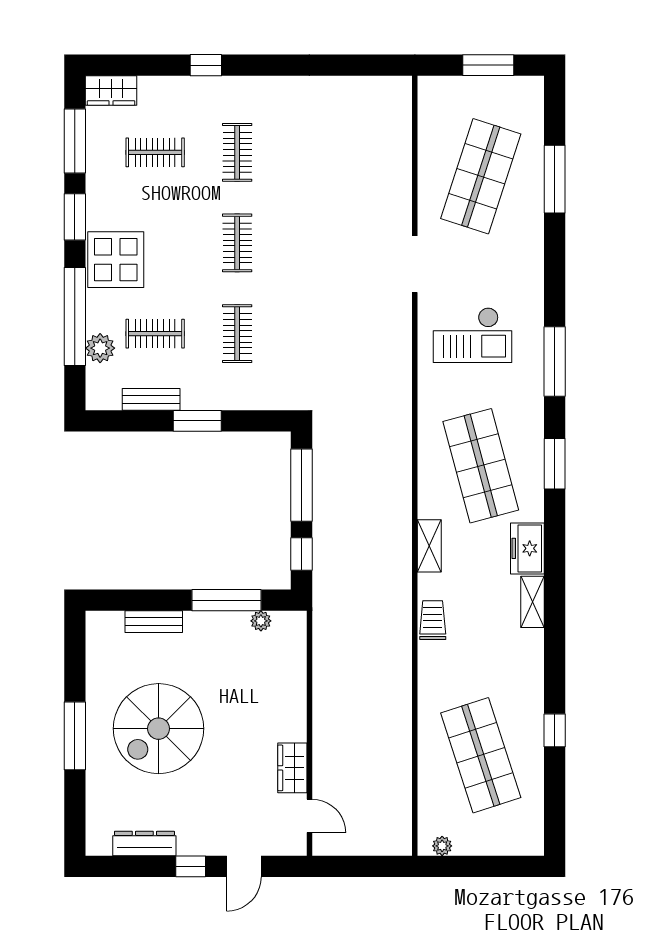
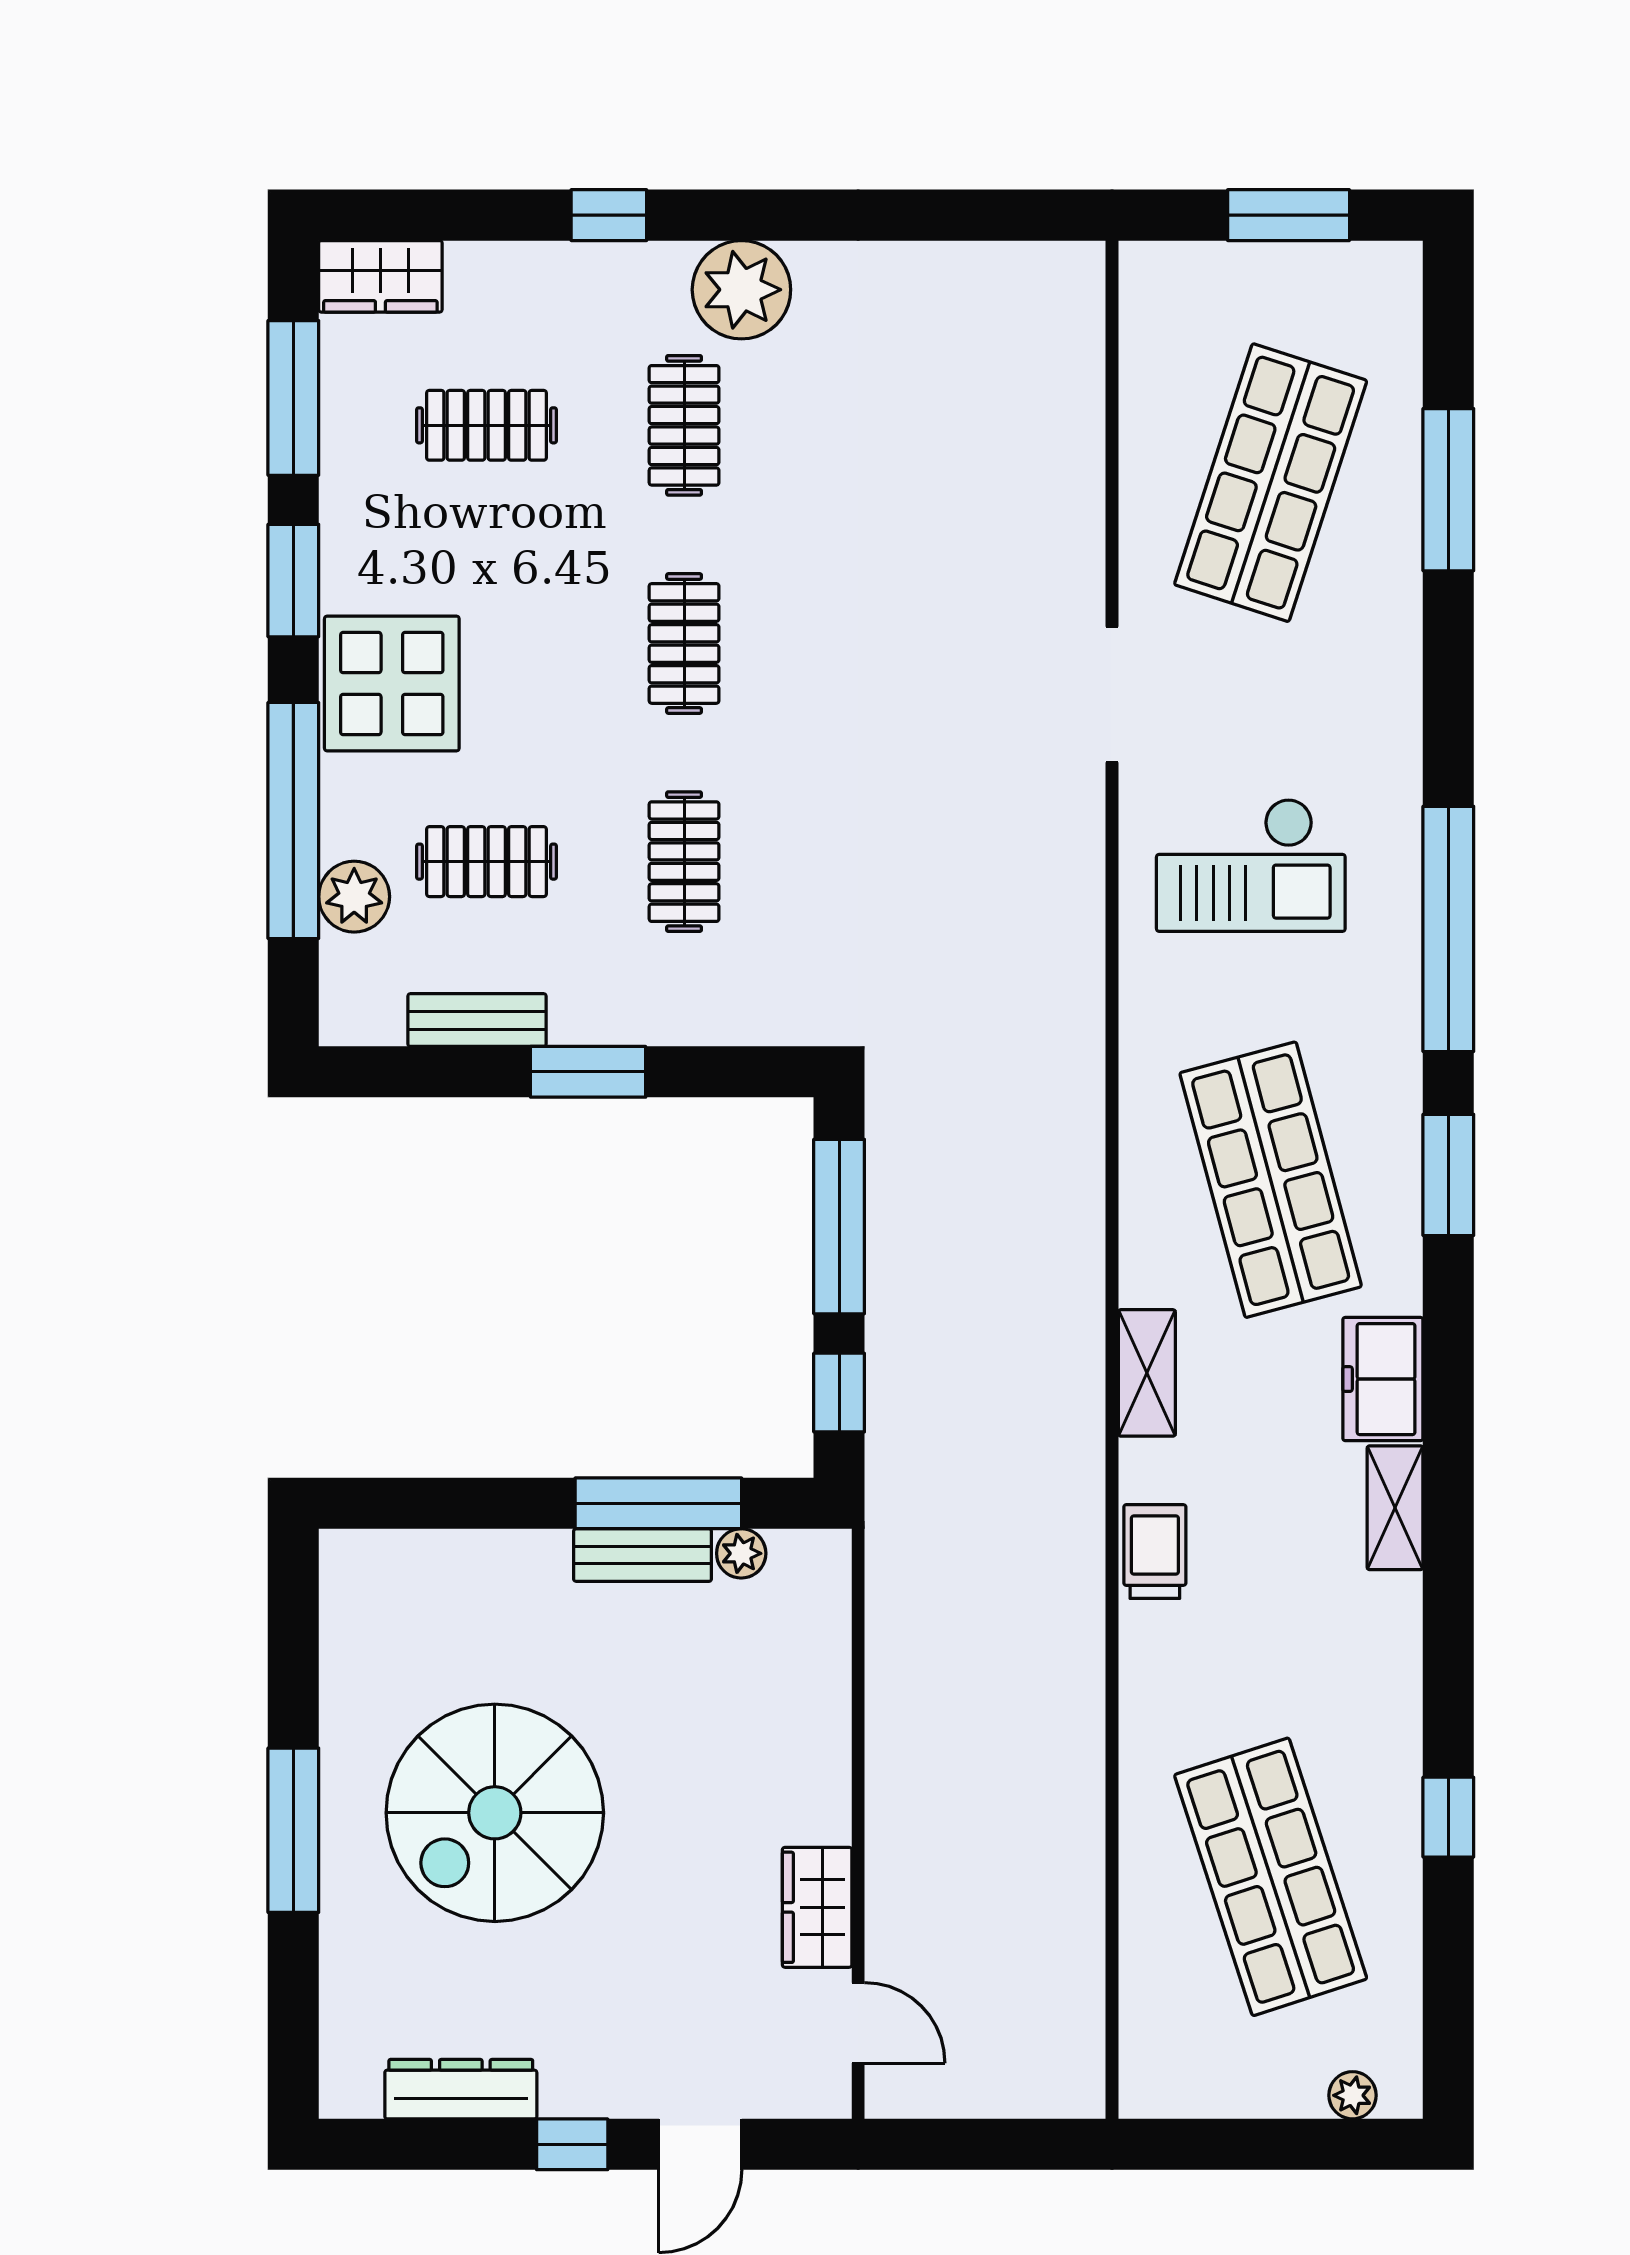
plant: (261, 96) -> (741, 290), added
window: (555, 362) -> (1448, 929), width x1.46
bench: (154, 622) -> (643, 1555), moved
plant: (442, 846) -> (1353, 2095), moved

